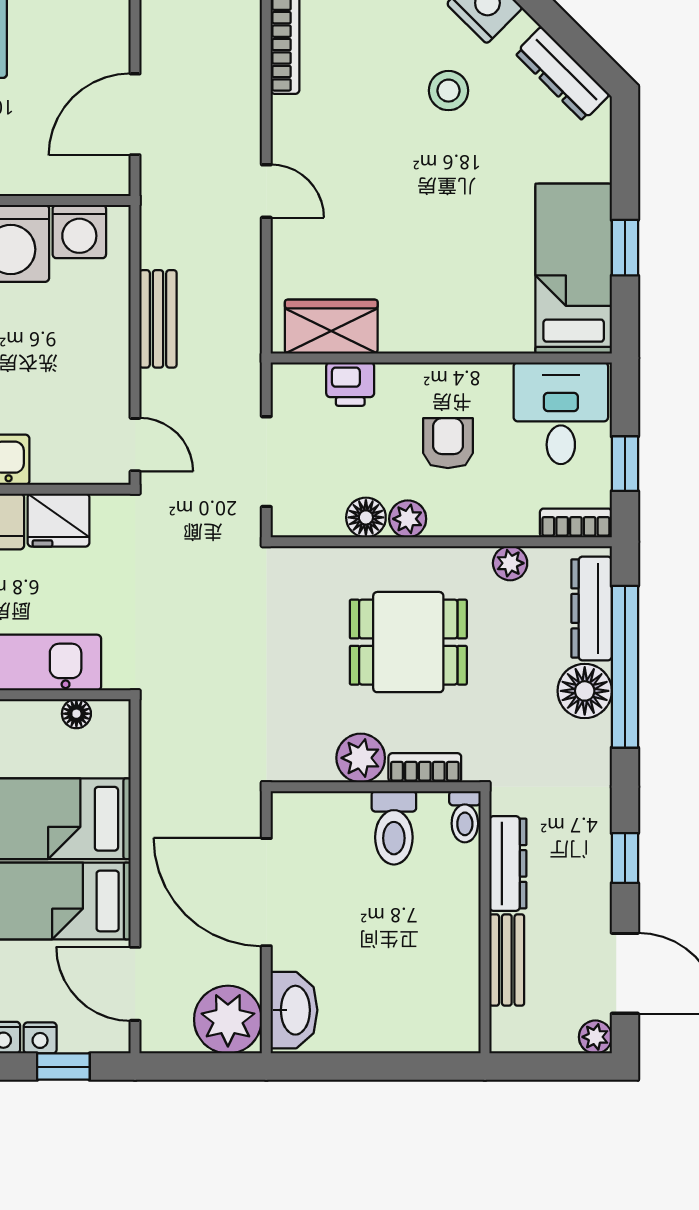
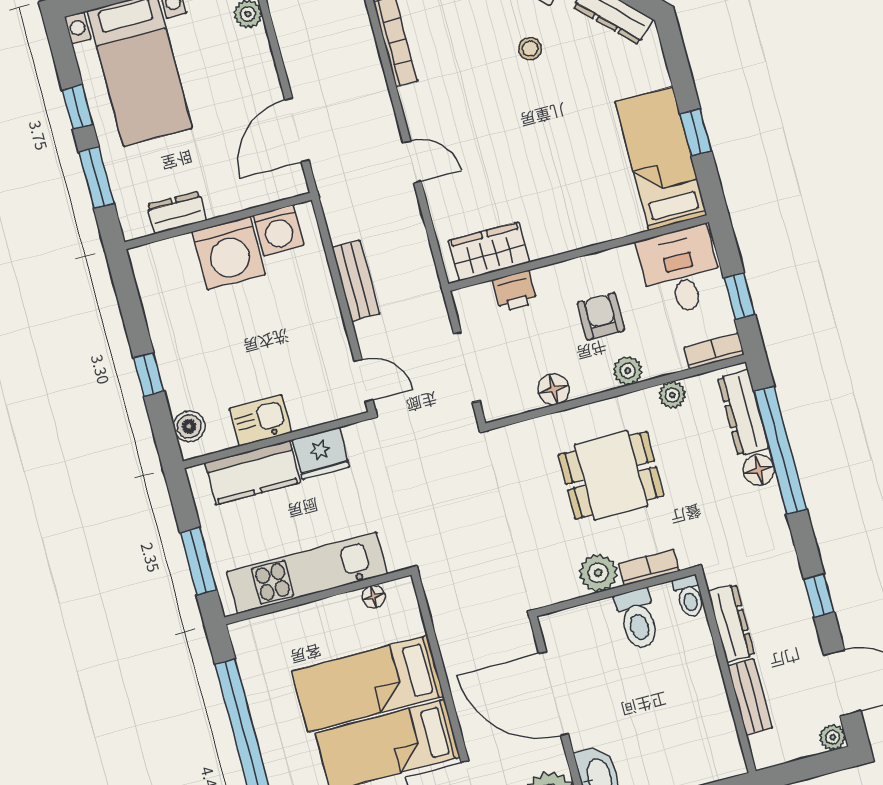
stool: (448, 91) -> (530, 49), width x0.73, depth x0.73
plant: (408, 519) -> (628, 371), moved
floor lamp: (585, 691) -> (759, 470), width x0.73, depth x0.73

